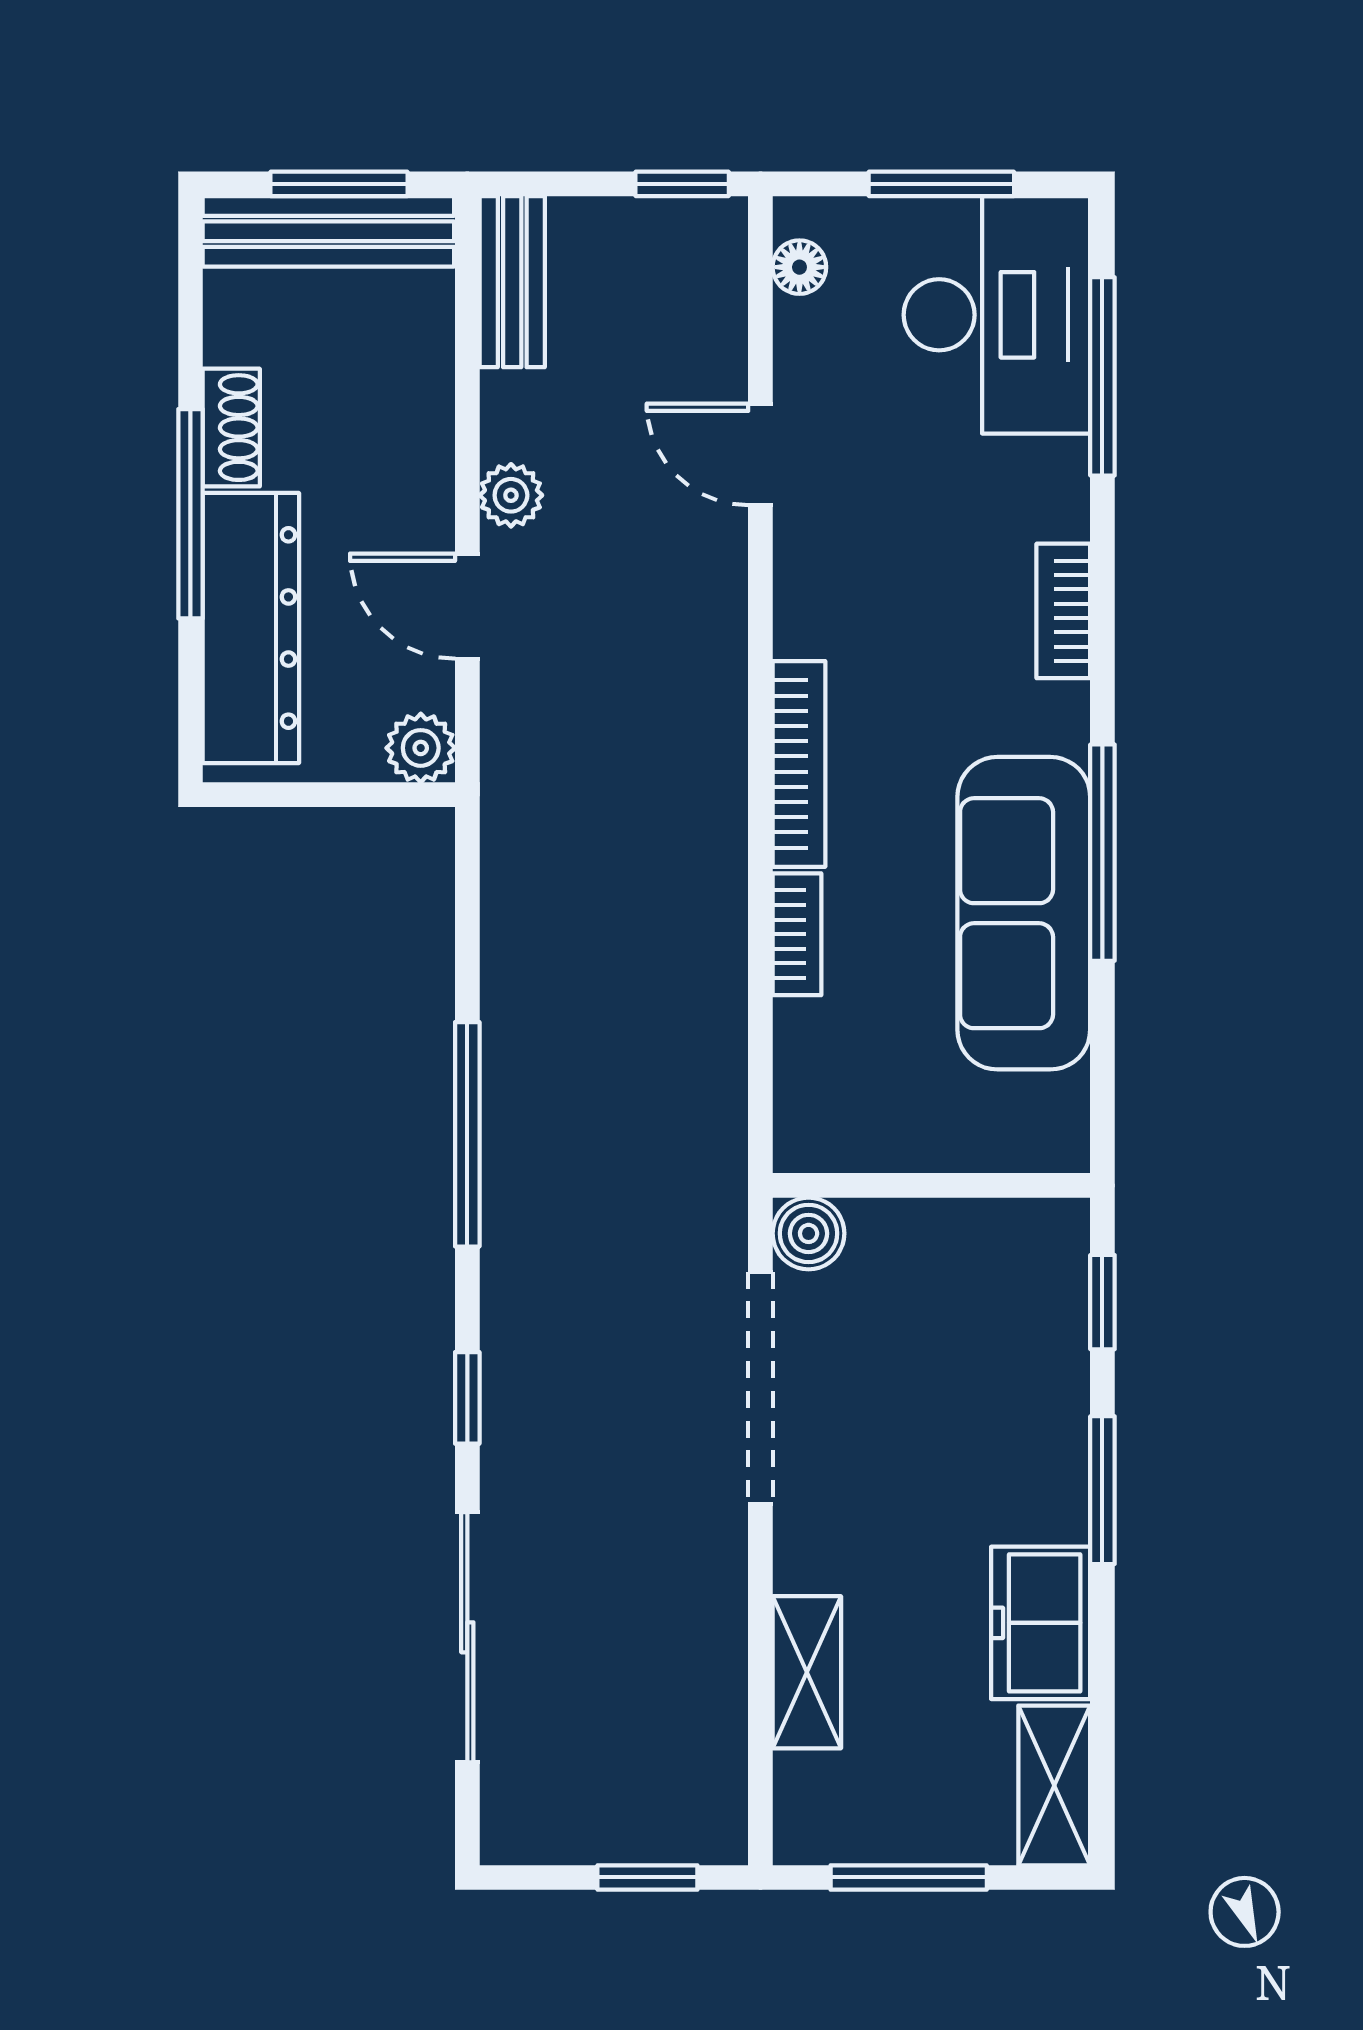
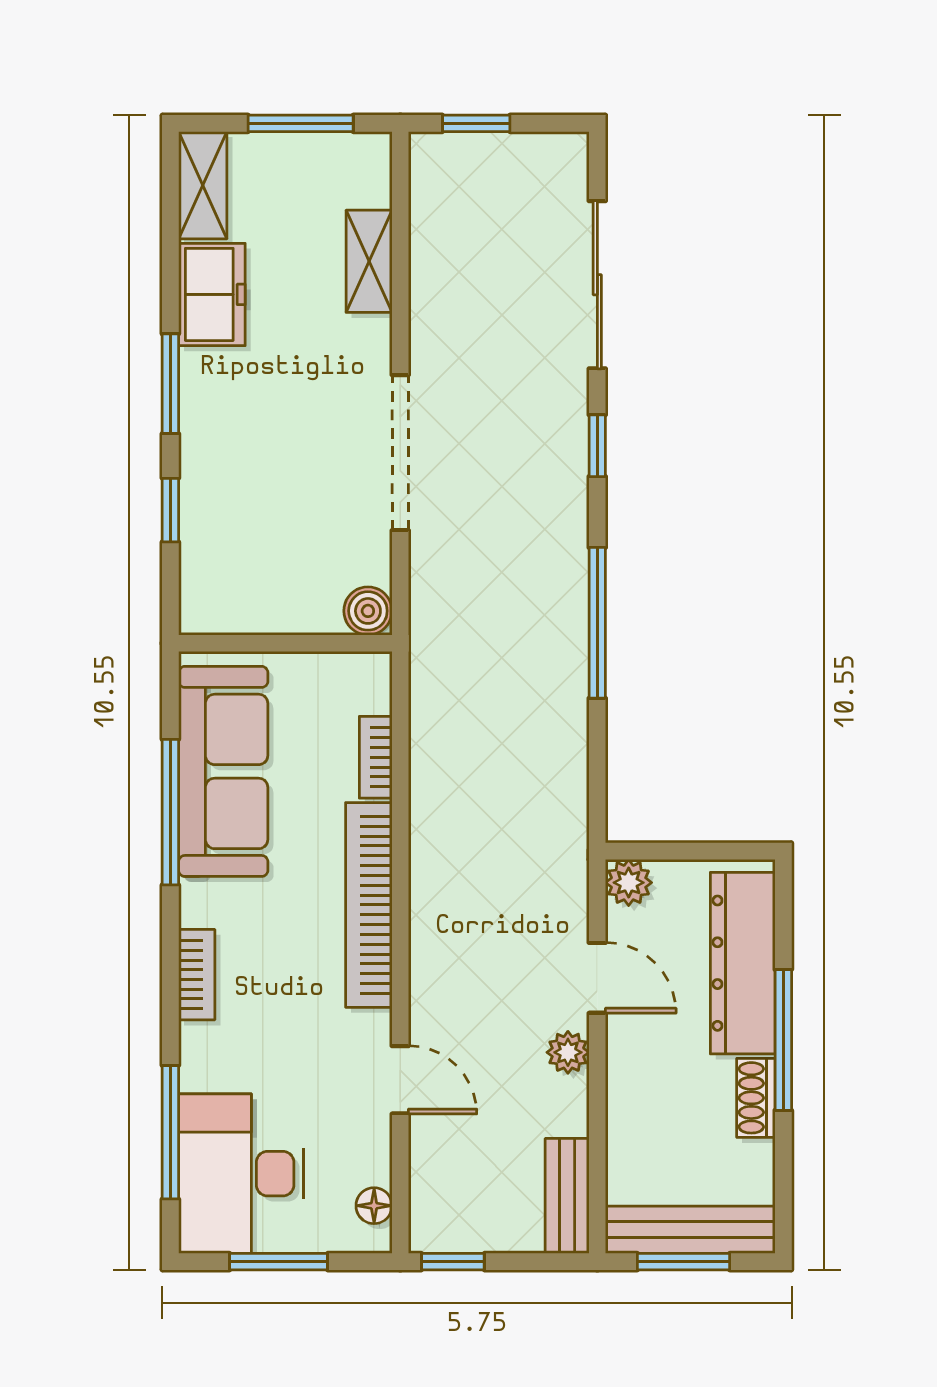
bookcase: (799, 764) -> (369, 905), width x1.48, depth x1.31
wall: (931, 1185) -> (285, 643), moved
boiler: (809, 1233) -> (368, 611), moved

